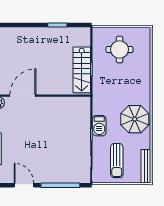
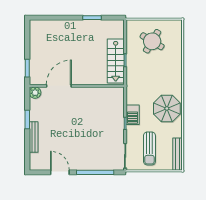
round table: (119, 49) -> (152, 41), turned 31

